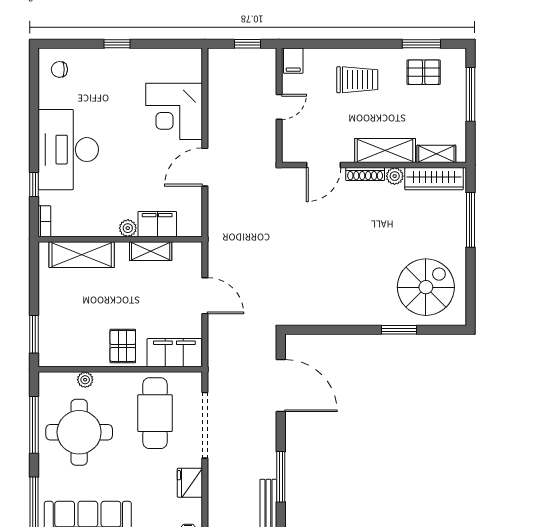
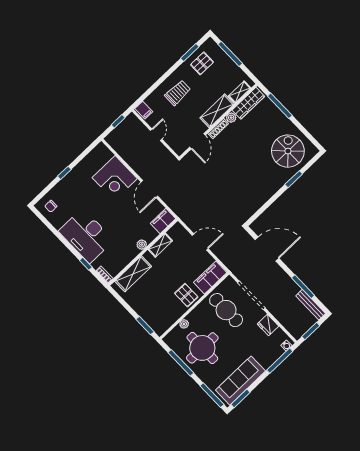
filing cabinet: (157, 224) -> (163, 221), moved

